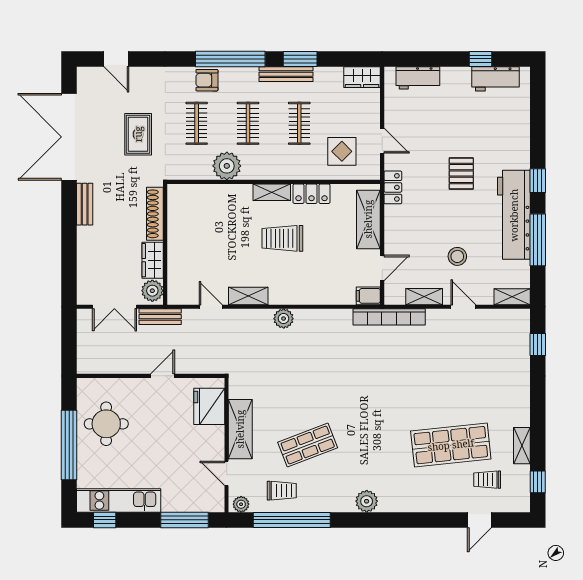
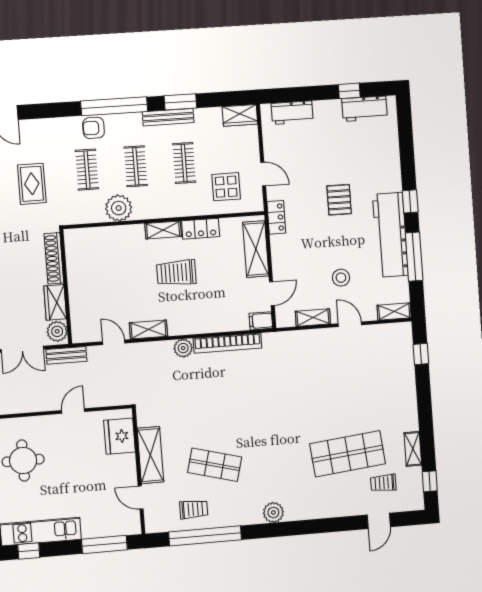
bookcase: (389, 317) -> (227, 343), moved
shop shelf: (308, 445) -> (215, 465), turned 36
plant: (241, 504) -> (156, 525), removed

